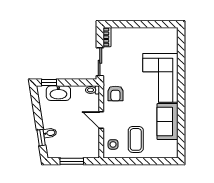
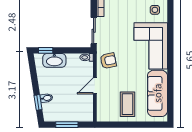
armchair: (115, 93) -> (108, 61), turned -102
door: (101, 120) -> (95, 86), hinge flipped
sofa: (167, 122) -> (157, 93), width x1.36
side table: (113, 144) -> (155, 10), moved

